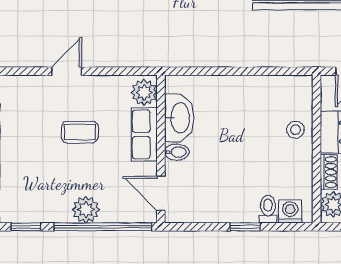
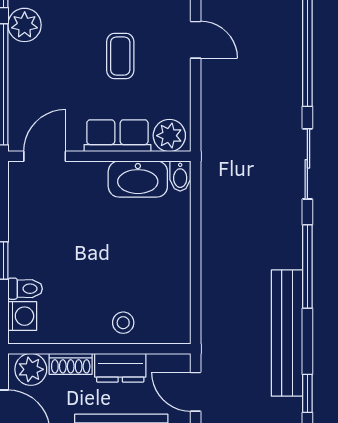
bidet: (177, 152) -> (180, 176), moved
plant: (86, 210) -> (25, 25), moved

